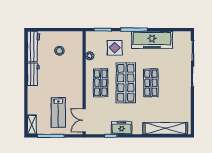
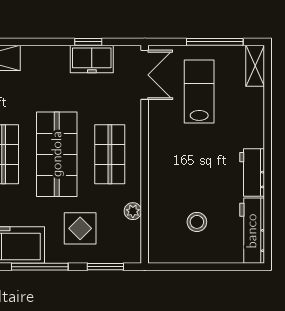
freezer: (122, 128) -> (92, 59), moved

